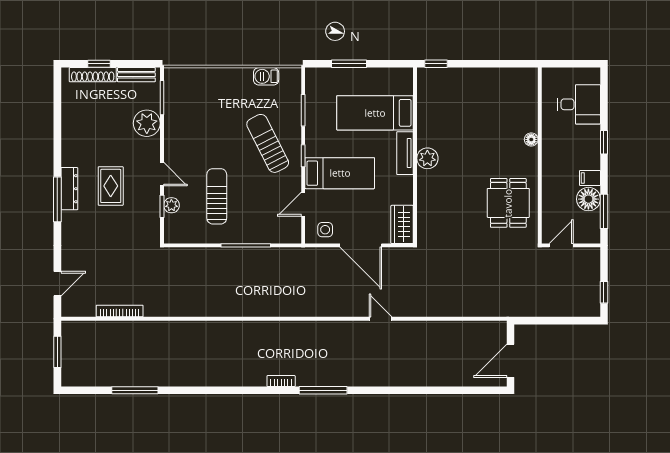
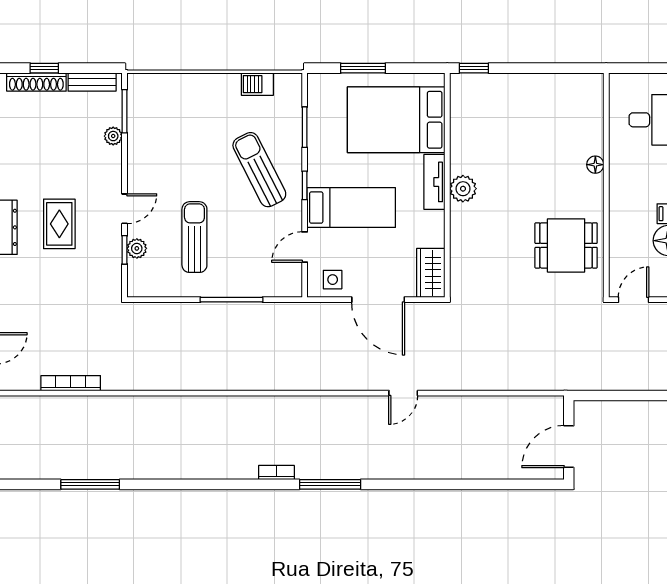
bed: (375, 113) -> (396, 120), width x1.50
plant: (147, 123) -> (113, 136), width x0.53, depth x0.53
door: (162, 174) -> (125, 209), hinge flipped
dining table: (508, 203) -> (566, 245), turned 90
door: (381, 319) -> (403, 393), swing flipped

